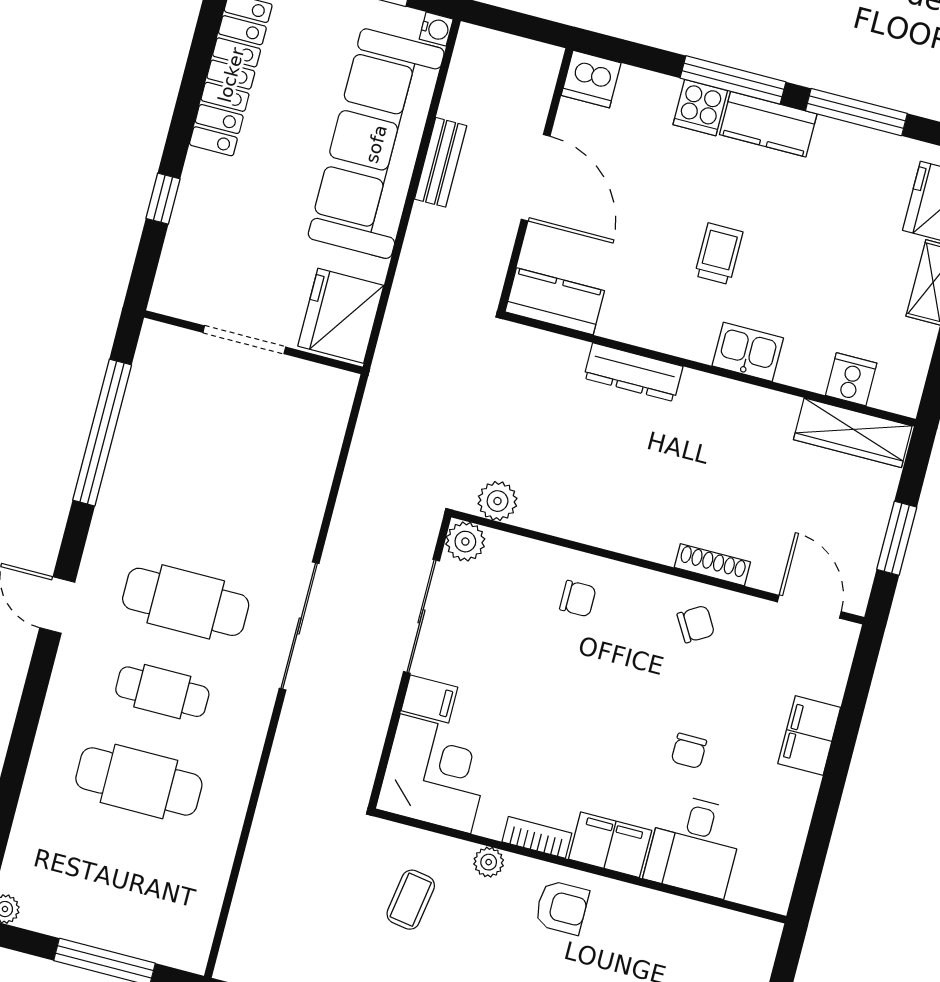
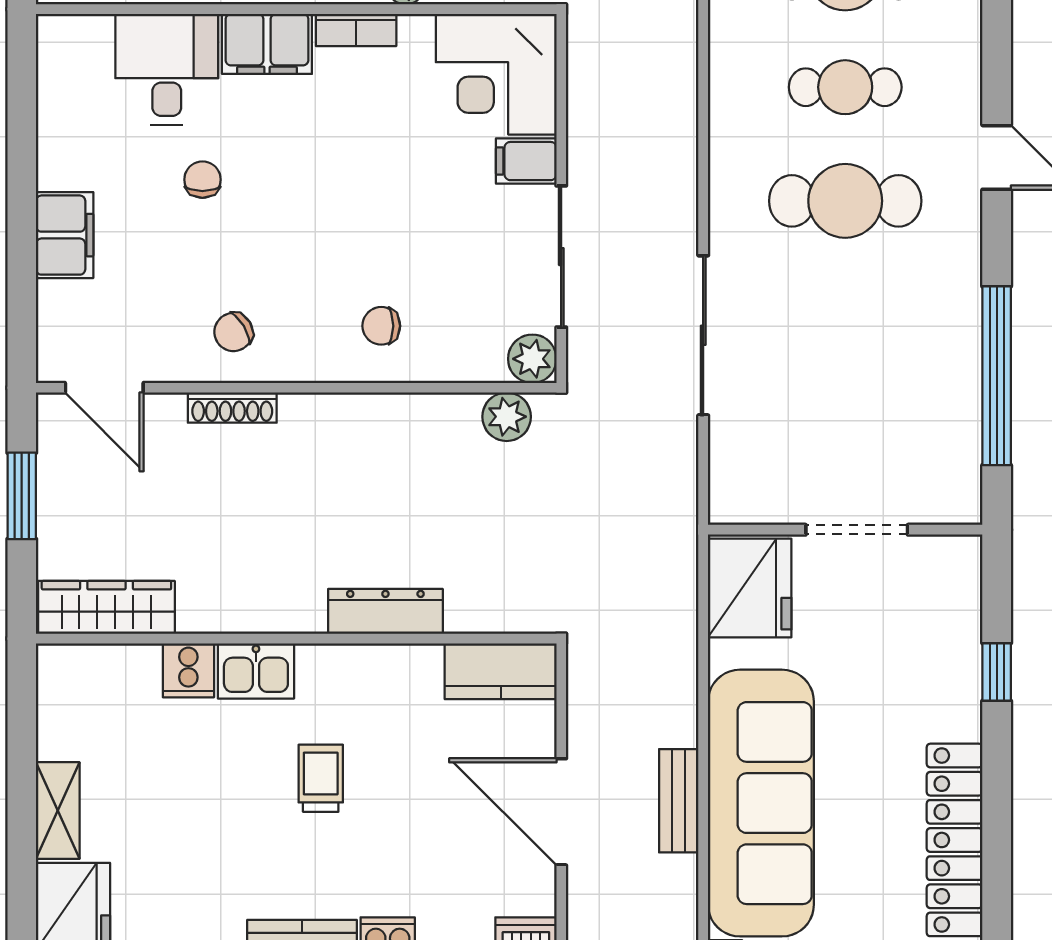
trolley: (719, 254) -> (321, 778), turned 180
cooker: (851, 379) -> (188, 670), moved
sliding door: (299, 626) -> (703, 335), moved

